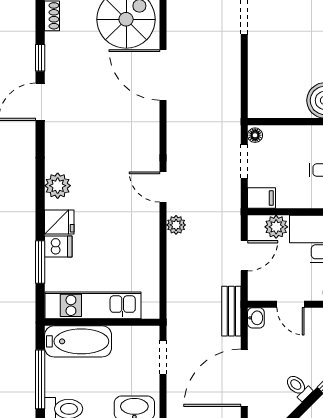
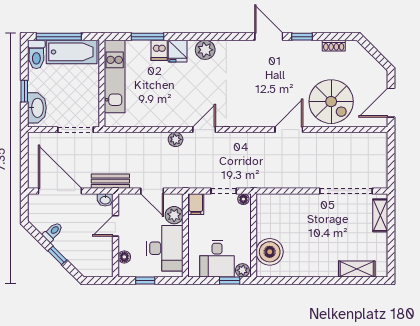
door: (163, 75) -> (289, 130), width x0.73
bathtub: (78, 341) -> (72, 52), moved, turned -90
doorway: (163, 357) -> (75, 130), width x1.38

